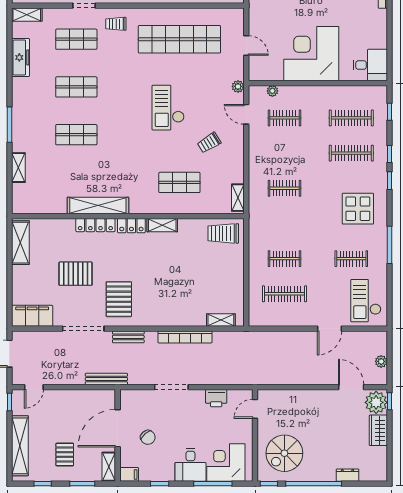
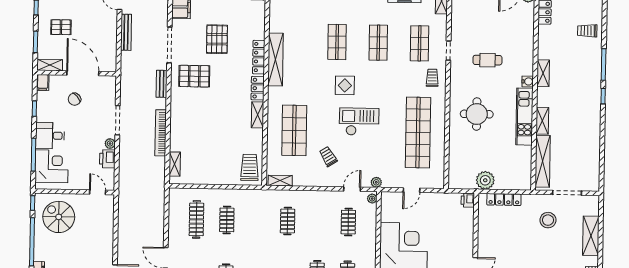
plant: (272, 91) -> (372, 199), moved
display table: (126, 125) -> (345, 85), added
shop shelf: (179, 182) -> (294, 130), width x1.43, depth x1.36
bench: (106, 379) -> (126, 32), moved
plant: (198, 395) -> (110, 144), added

